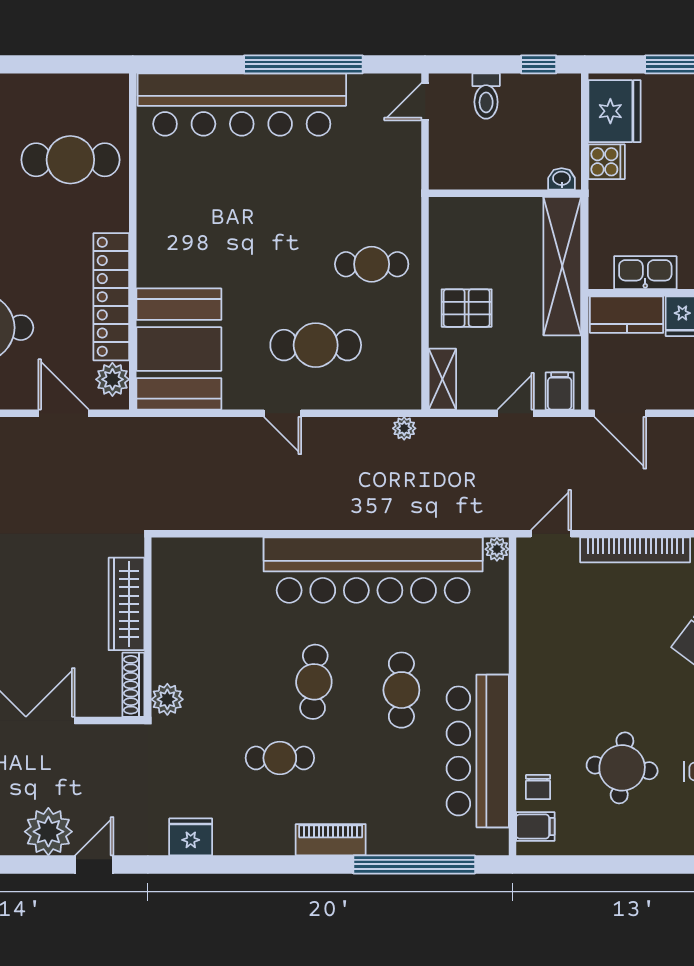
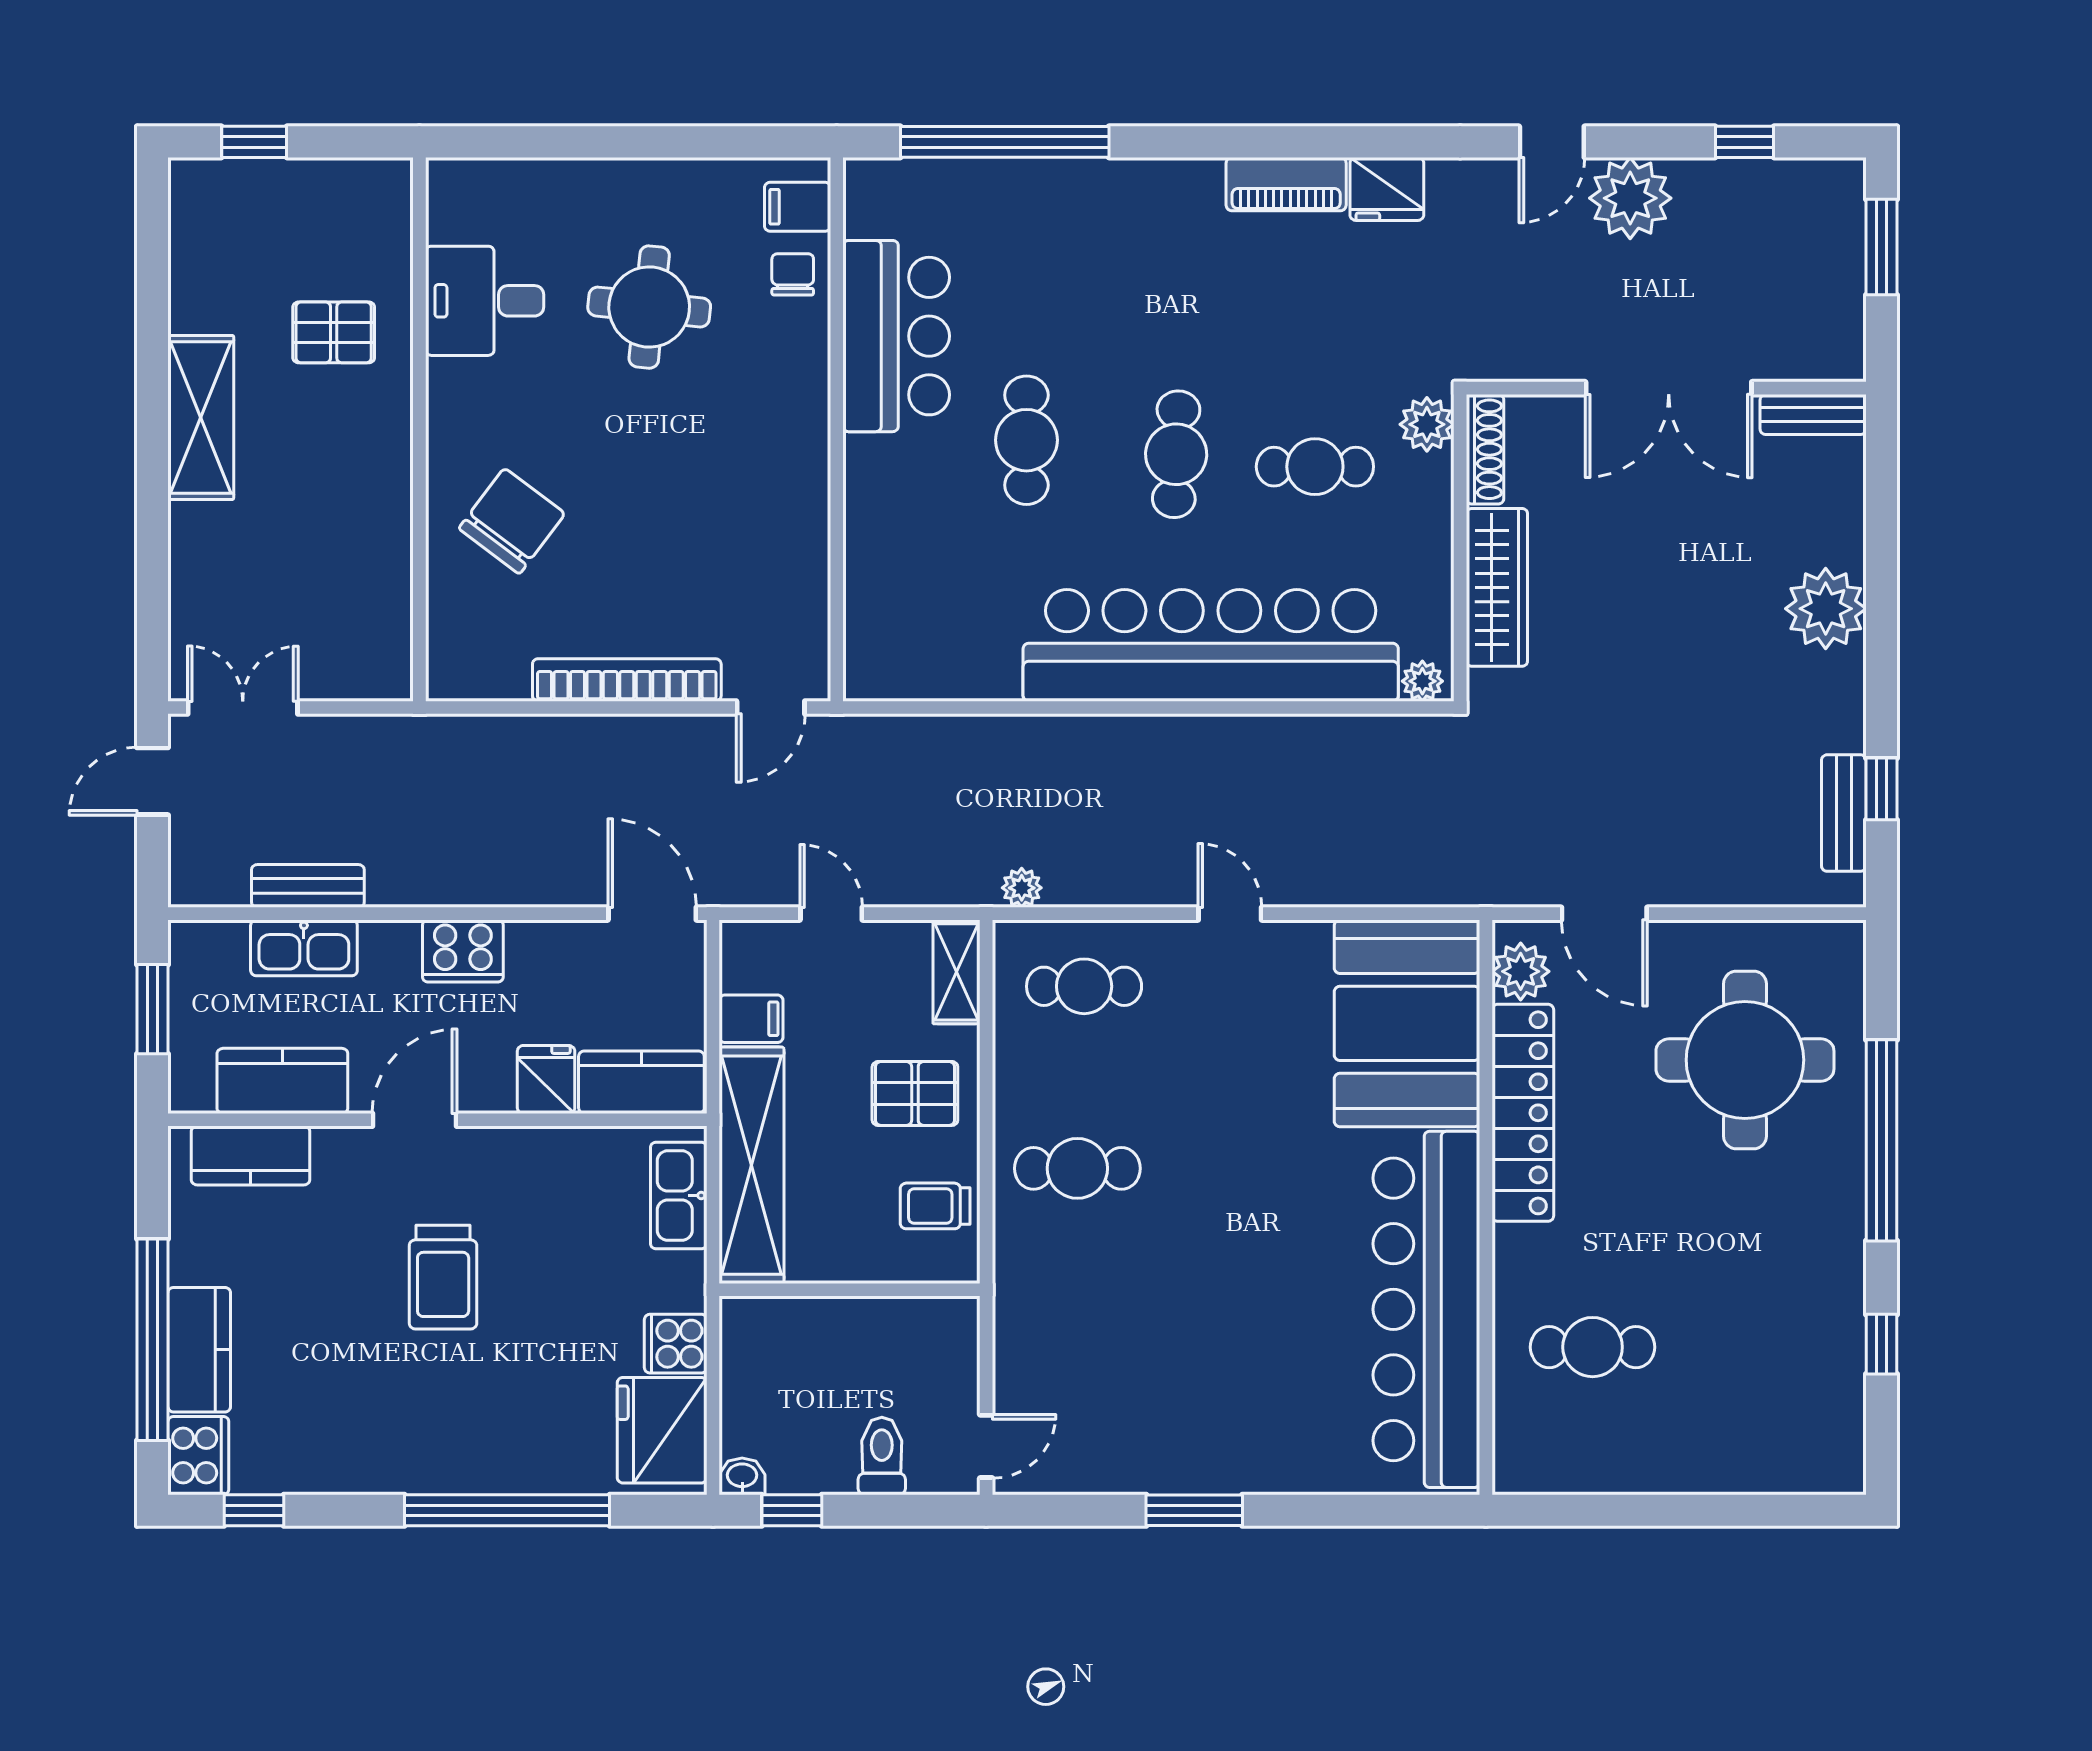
window: (303, 64) -> (1194, 1510), width x0.47
bar counter: (242, 105) -> (1426, 1309), moved, turned -90
cafe table: (70, 160) -> (1593, 1347), width x0.73, depth x0.74
washbasin: (562, 179) -> (742, 1476), moved, turned 180
trolley: (455, 242) -> (935, 1206), added
kitchen sink: (645, 273) -> (679, 1196), moved, turned 90
cafe table: (316, 345) -> (1084, 986), moved, width x0.73, depth x0.74
filing cabinet: (560, 391) -> (751, 1019), moved, turned -90
door: (516, 413) -> (831, 914), swing flipped
plant: (497, 549) -> (1422, 681), moved
bar counter: (373, 570) -> (1211, 645), moved
bar counter: (478, 751) -> (896, 336), width x0.73
cafe table: (280, 758) -> (1315, 467), moved
piano: (331, 840) -> (1286, 184), moved

